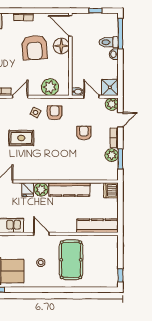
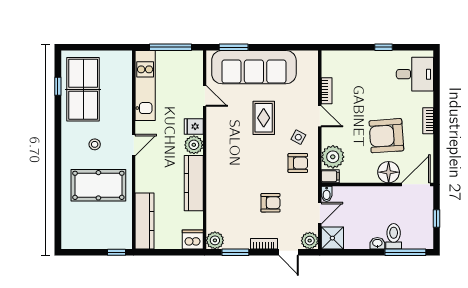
filing cabinet: (64, 89) -> (330, 176), added
plant: (112, 155) -> (215, 240), moved
window: (120, 275) -> (117, 252), moved

